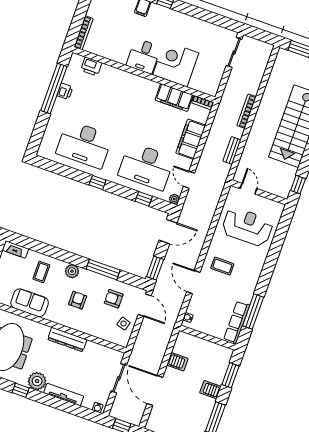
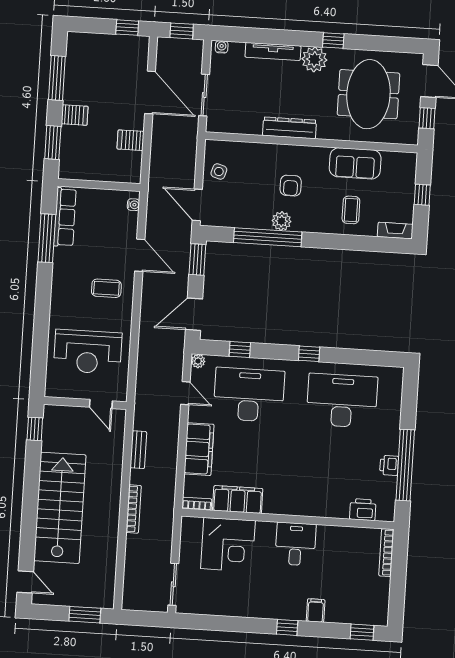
corner desk: (176, 64) -> (228, 545), moved
window: (103, 270) -> (268, 237), width x1.46
plant: (72, 271) -> (282, 221), moved
armchair: (114, 299) -> (242, 201), removed

